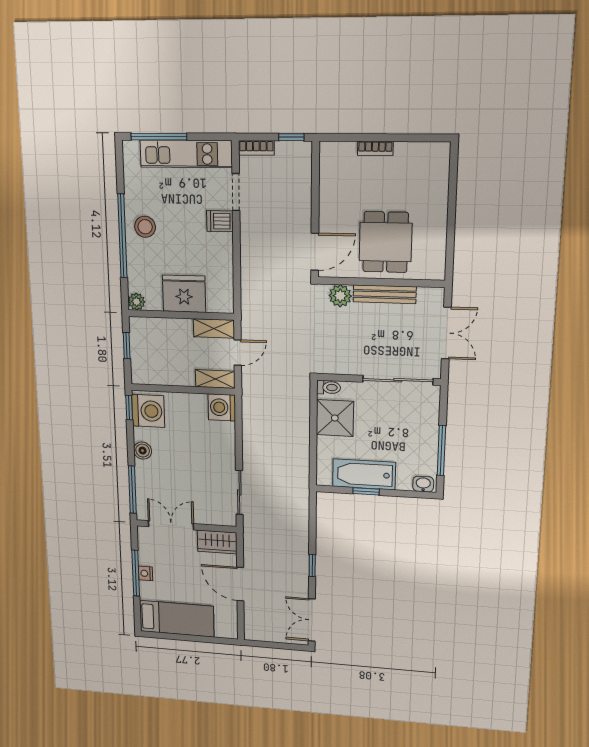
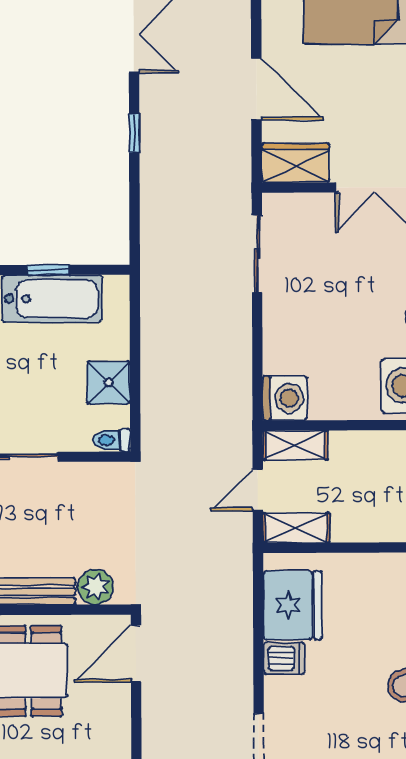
dishwasher: (220, 221) -> (284, 658), moved
fridge: (184, 294) -> (292, 605), moved, turned -90
shower: (335, 418) -> (109, 382), width x0.73, depth x0.73

